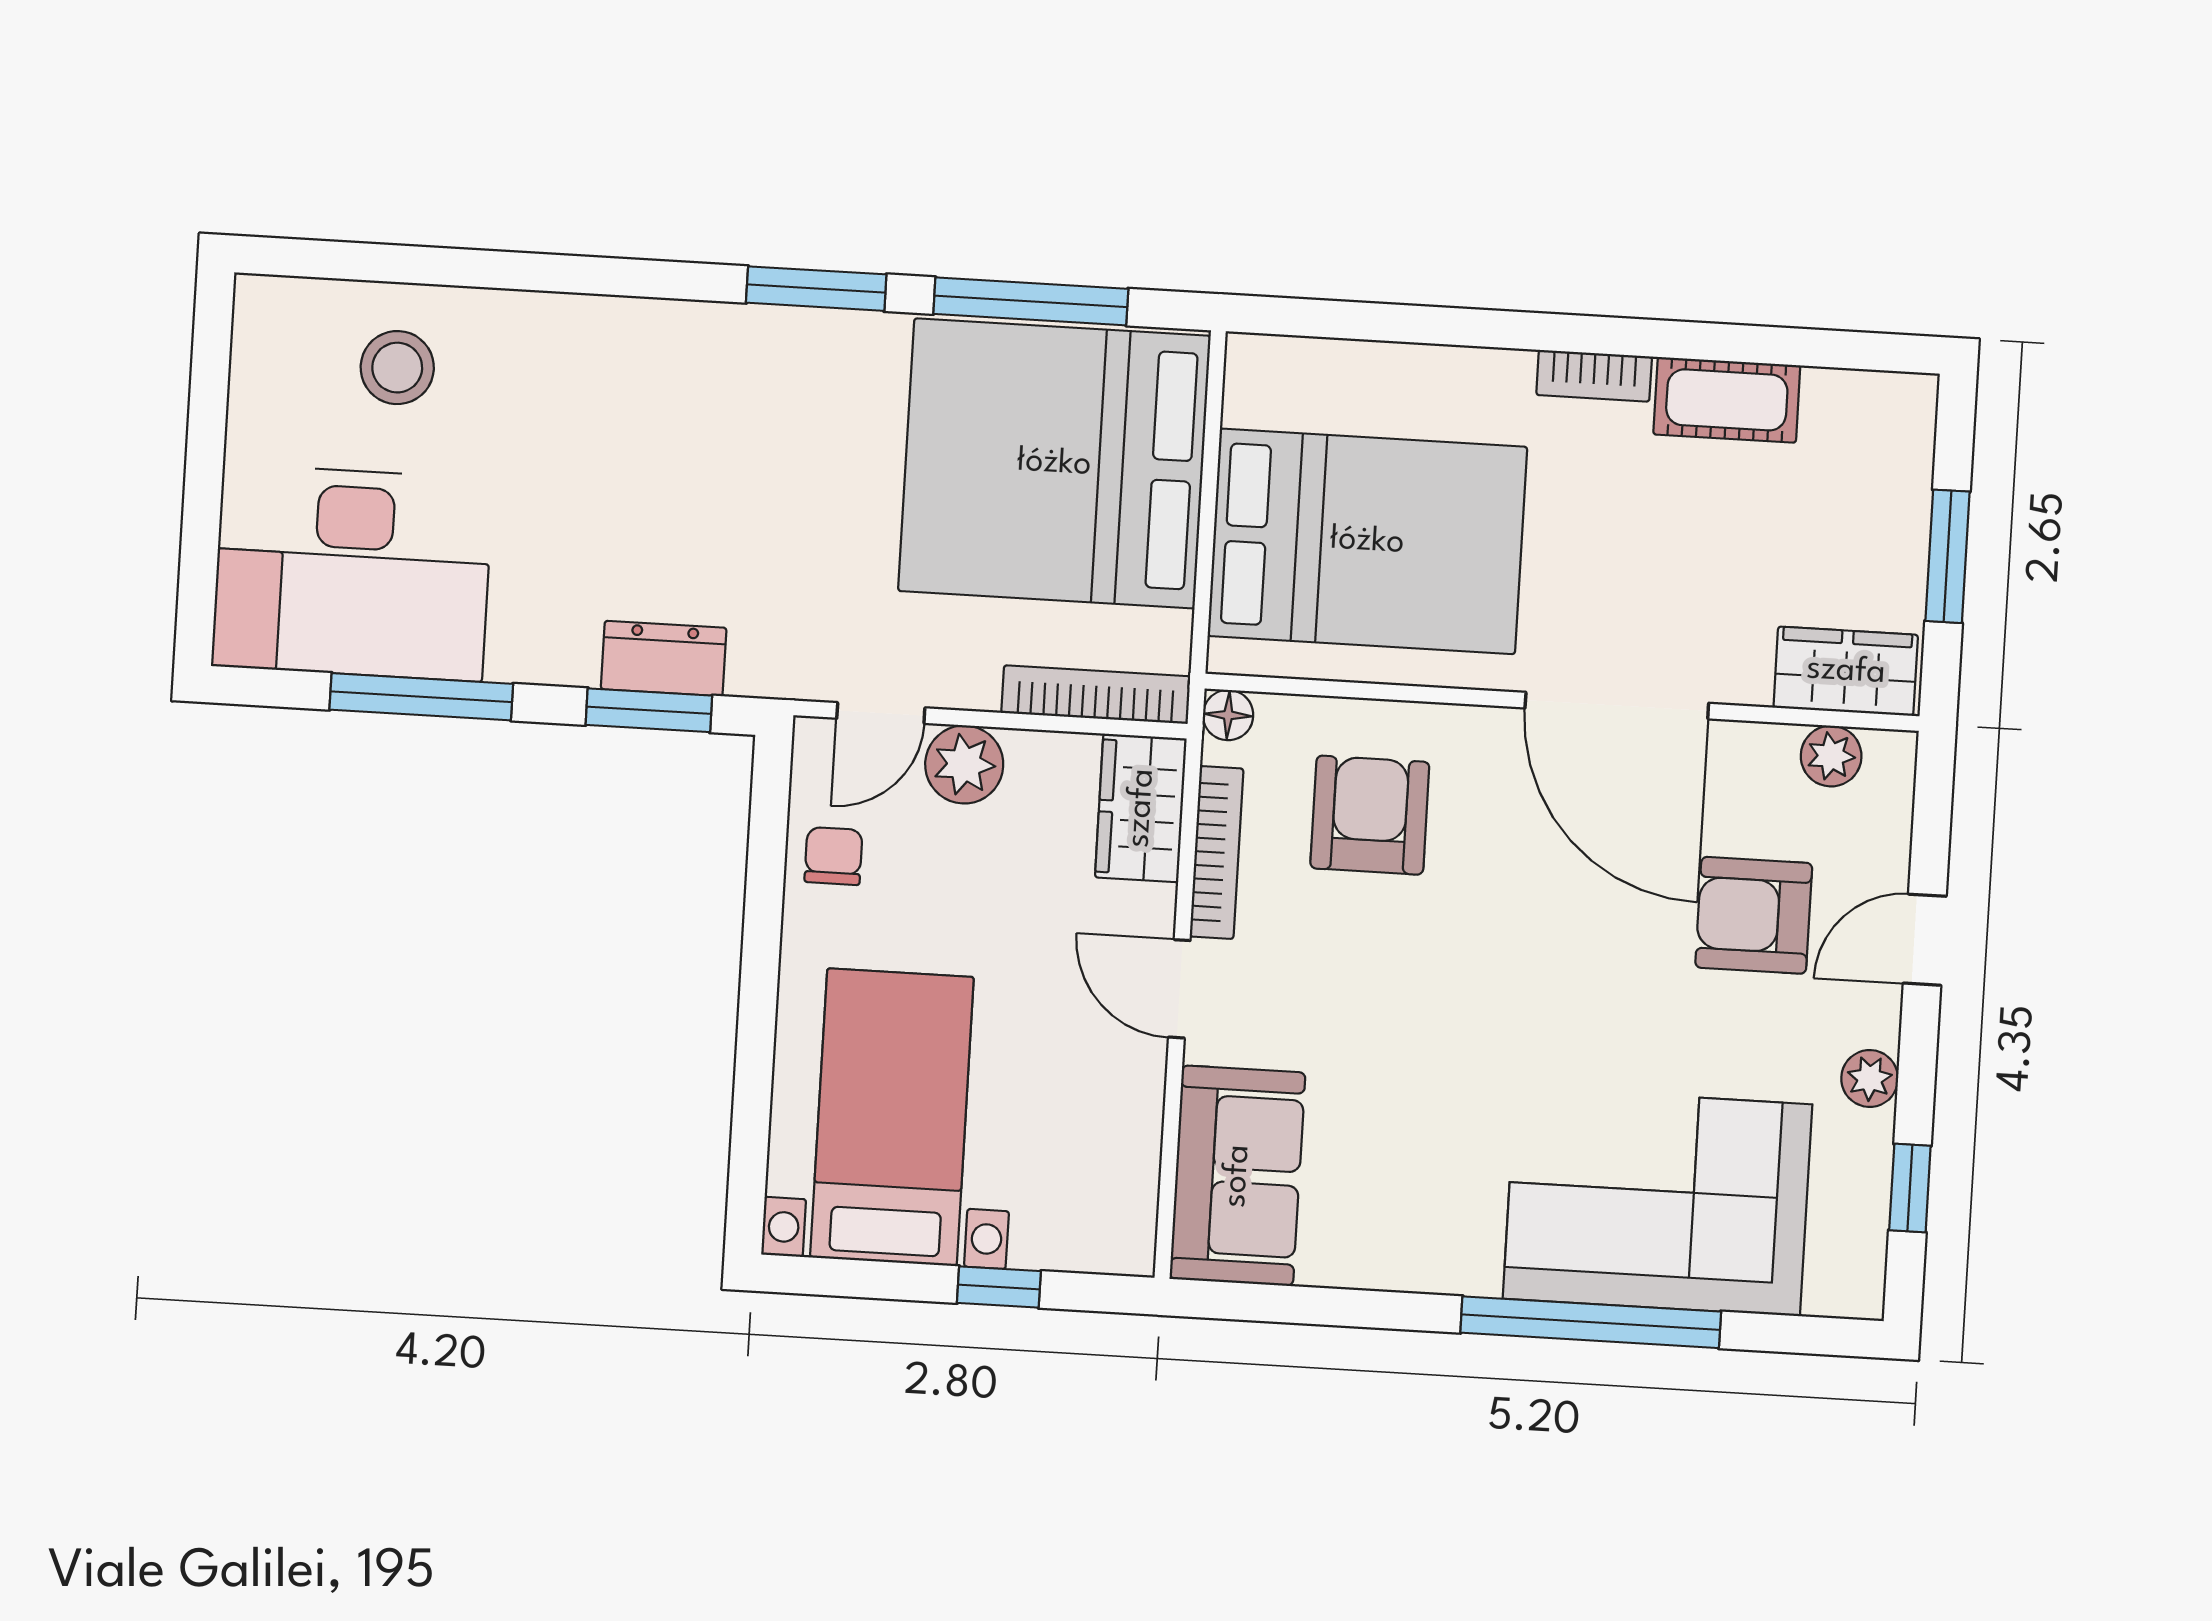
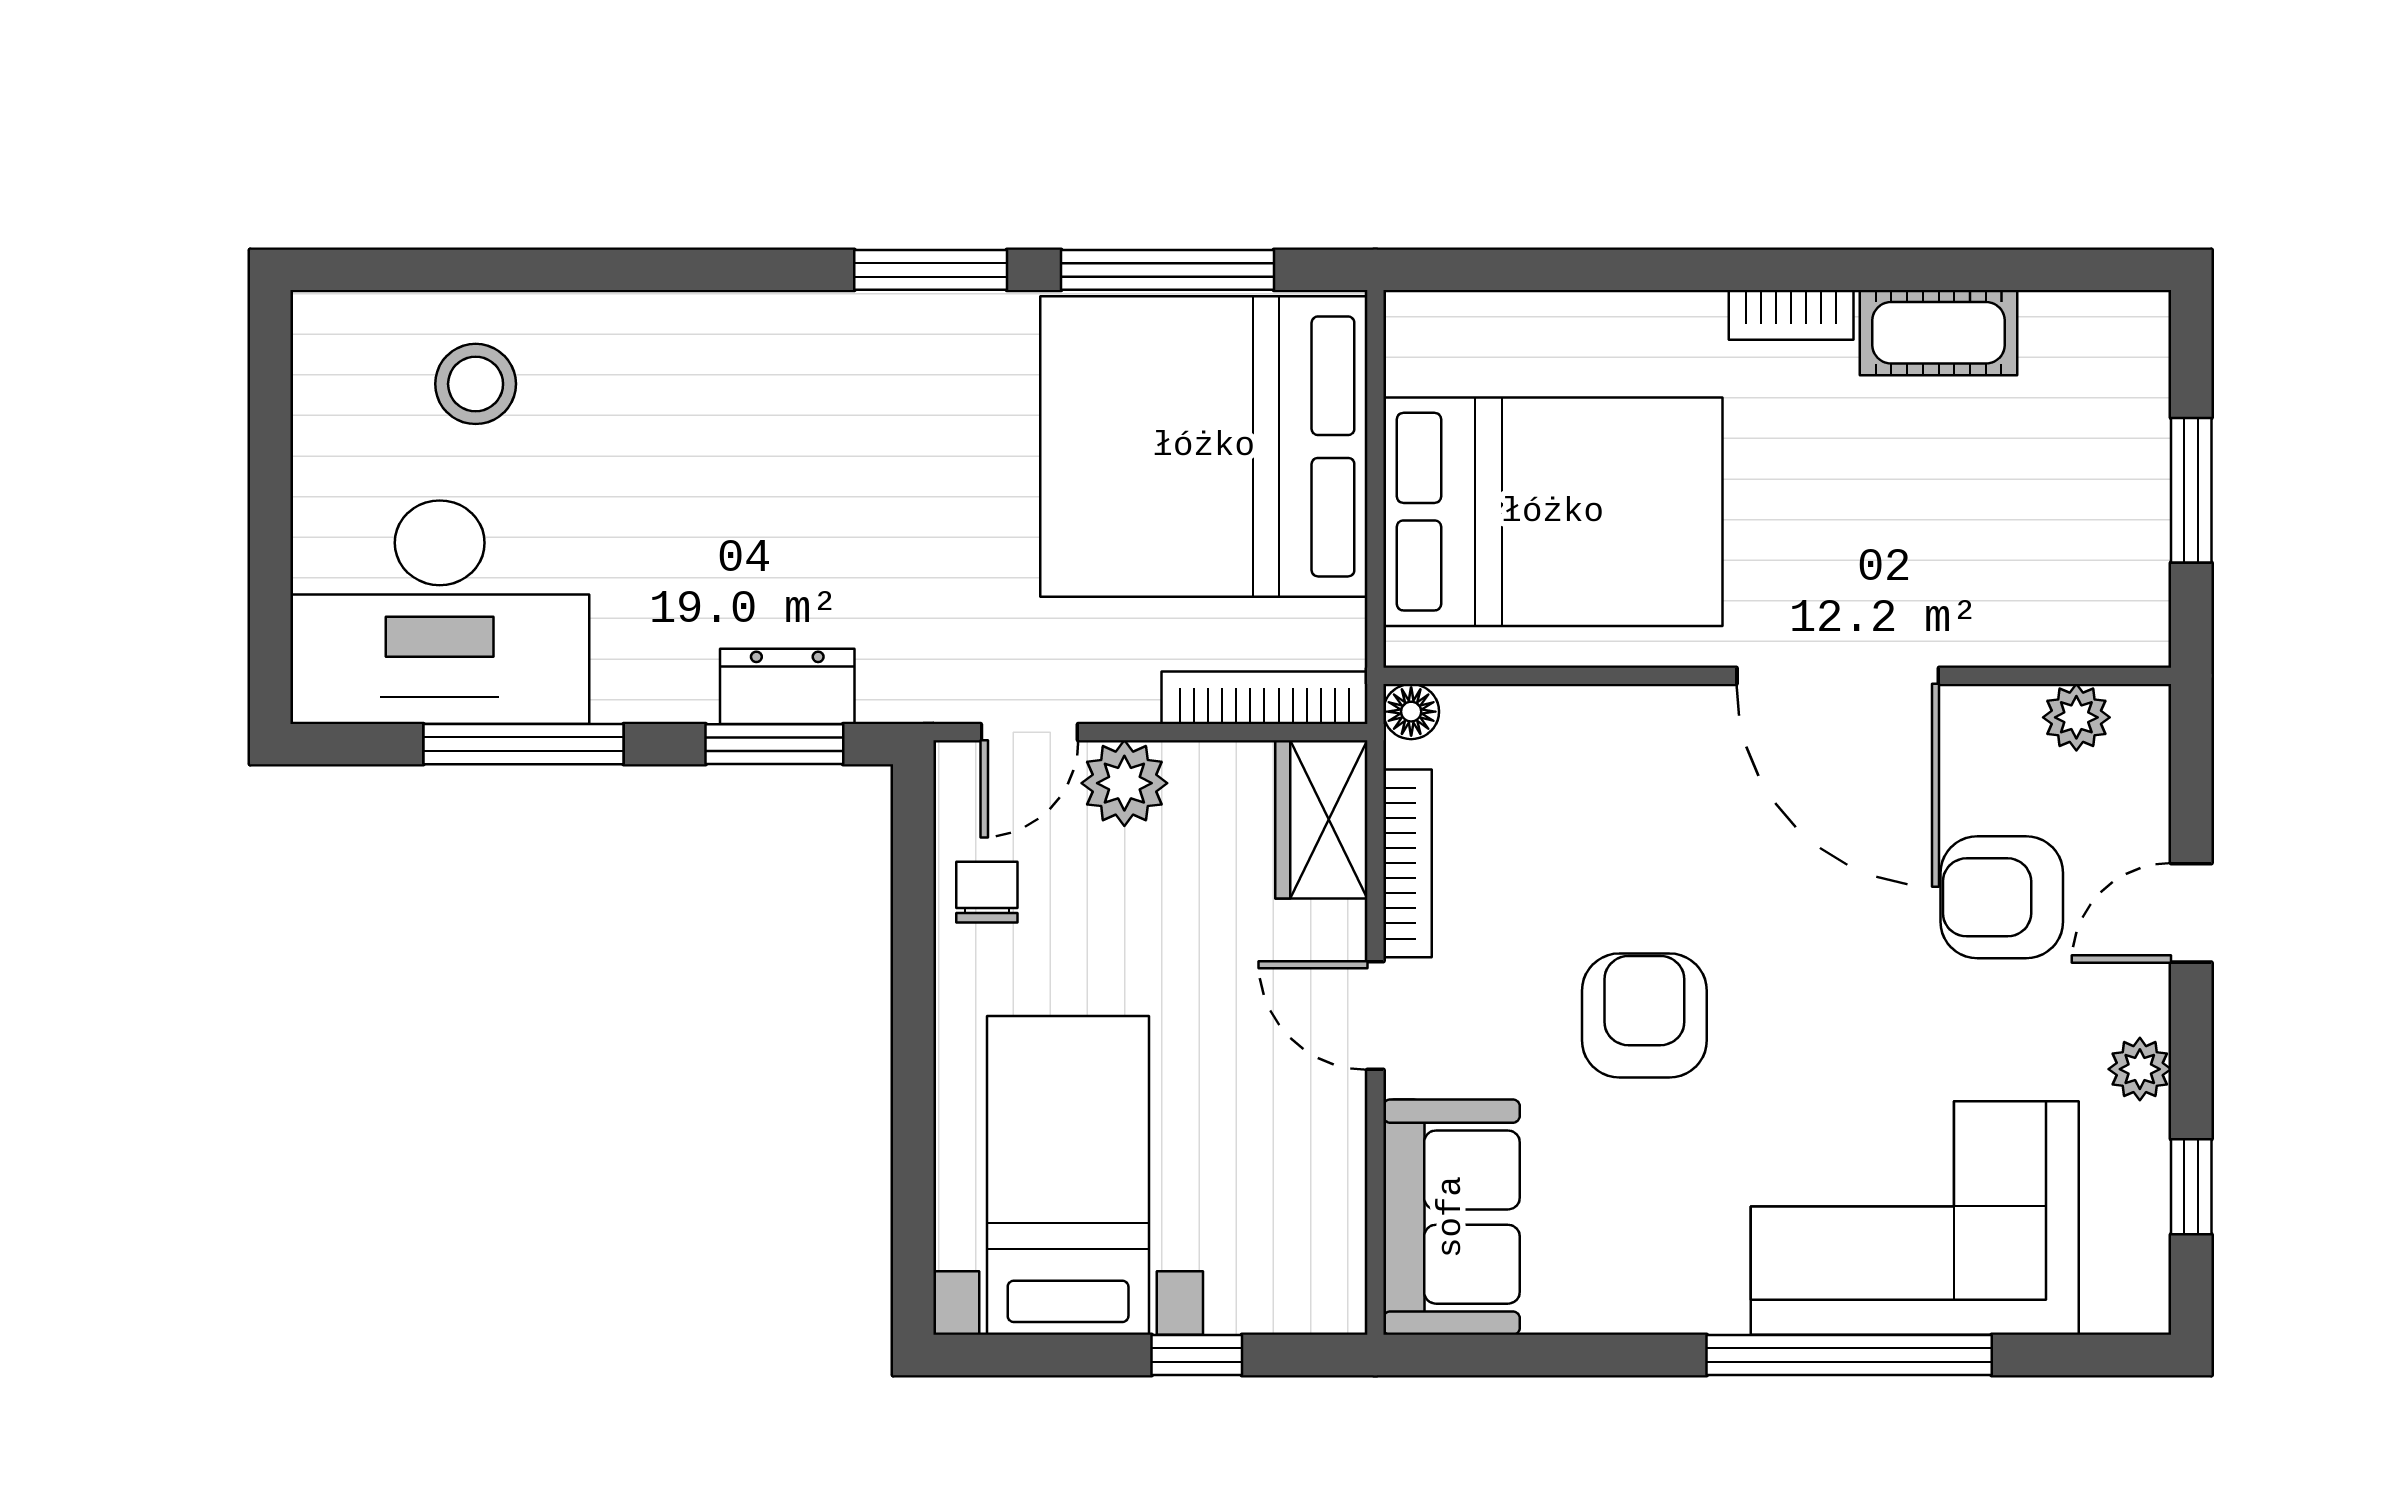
wardrobe: (1846, 671) -> (2087, 623), removed
armchair: (1370, 815) -> (1644, 1015), moved

